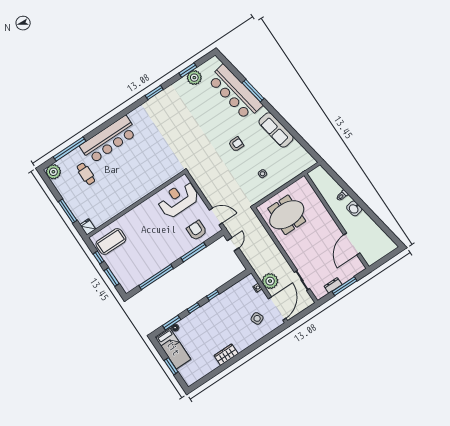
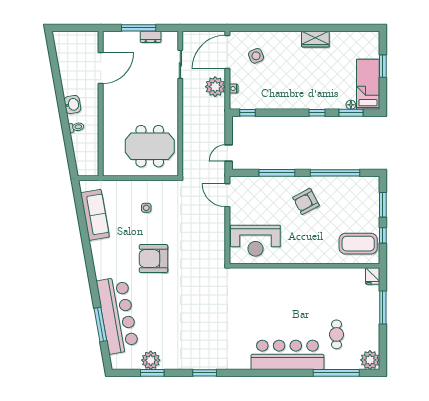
window: (253, 91) -> (100, 324), moved
sofa: (276, 130) -> (95, 215), moved
armchair: (236, 144) -> (153, 259), width x1.88, depth x1.88
armchair: (197, 230) -> (306, 201), moved, turned 62
window: (213, 295) -> (248, 113), moved

